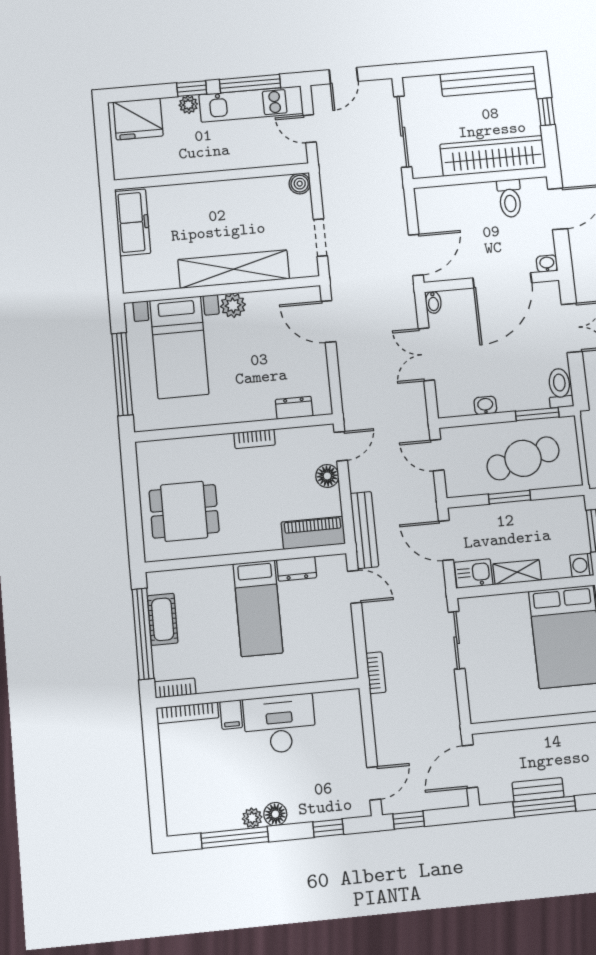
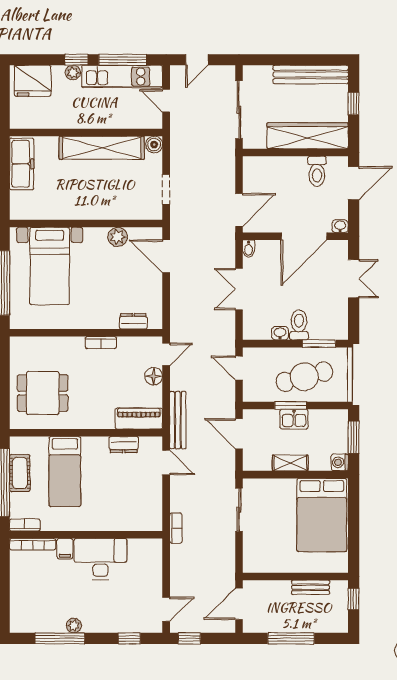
shelving: (234, 269) -> (102, 148), moved
plant: (233, 305) -> (118, 237), moved
toilet: (560, 388) -> (299, 325), moved
kitchen sink: (474, 574) -> (294, 419), moved, turned 180
bed: (258, 608) -> (65, 472), moved
bench: (538, 790) -> (311, 587), moved
floor lamp: (275, 814) -> (91, 624), removed

